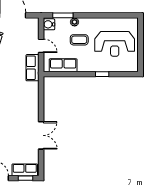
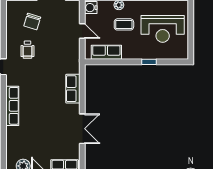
row of seats: (32, 68) -> (73, 89), moved

